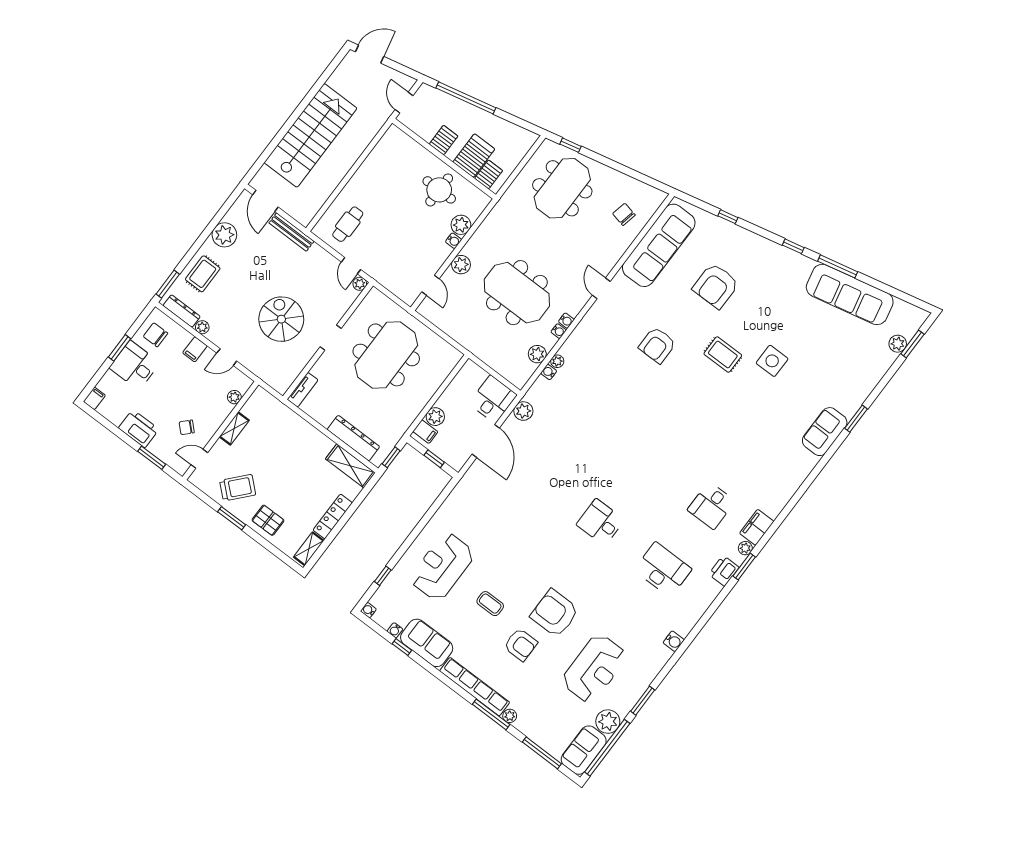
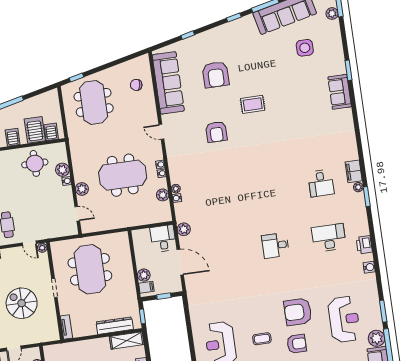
side table: (772, 361) -> (305, 48), moved
printer: (724, 571) -> (364, 245), moved

